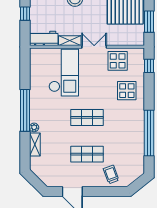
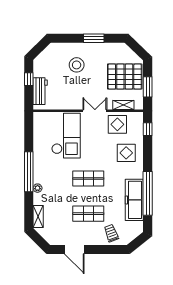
workbench: (44, 38) -> (40, 91), moved, turned 90
shelving: (70, 41) -> (123, 105), moved
freezer: (135, 140) -> (134, 200), added
shelving: (35, 144) -> (38, 217), moved

